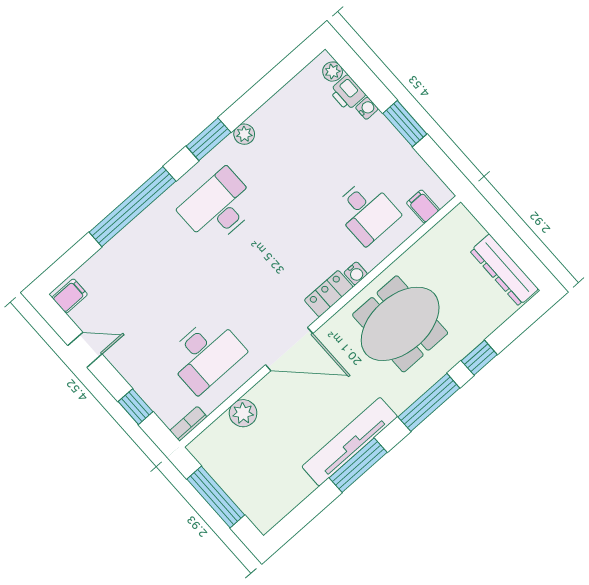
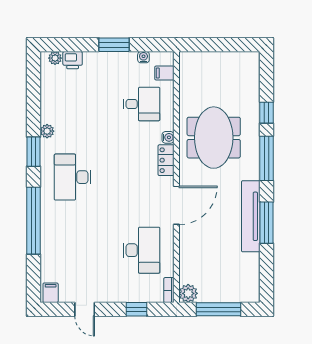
water cooler: (367, 108) -> (143, 57), moved
dresser: (504, 270) -> (233, 60), removed
door: (85, 350) -> (85, 309), swing flipped
plant: (243, 413) -> (188, 293), moved

